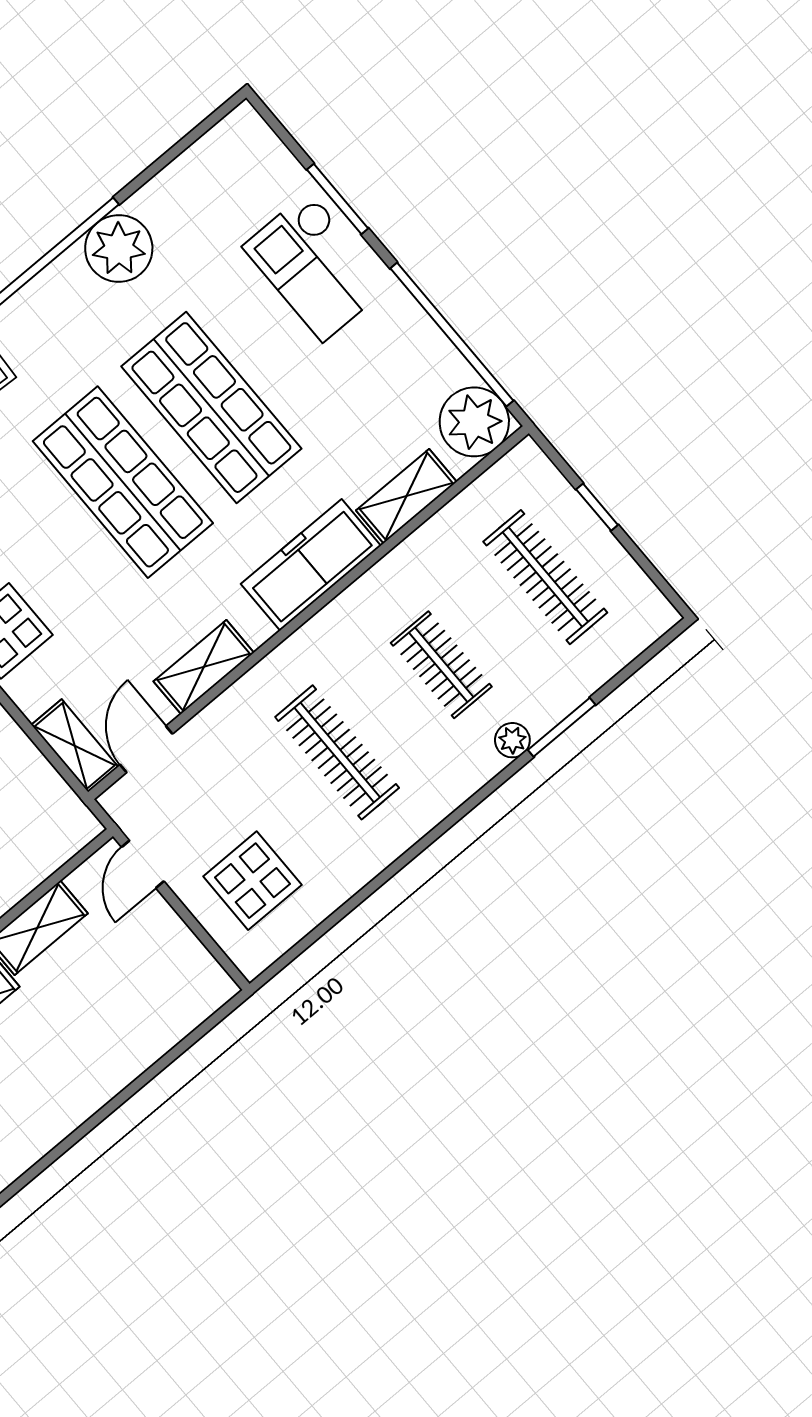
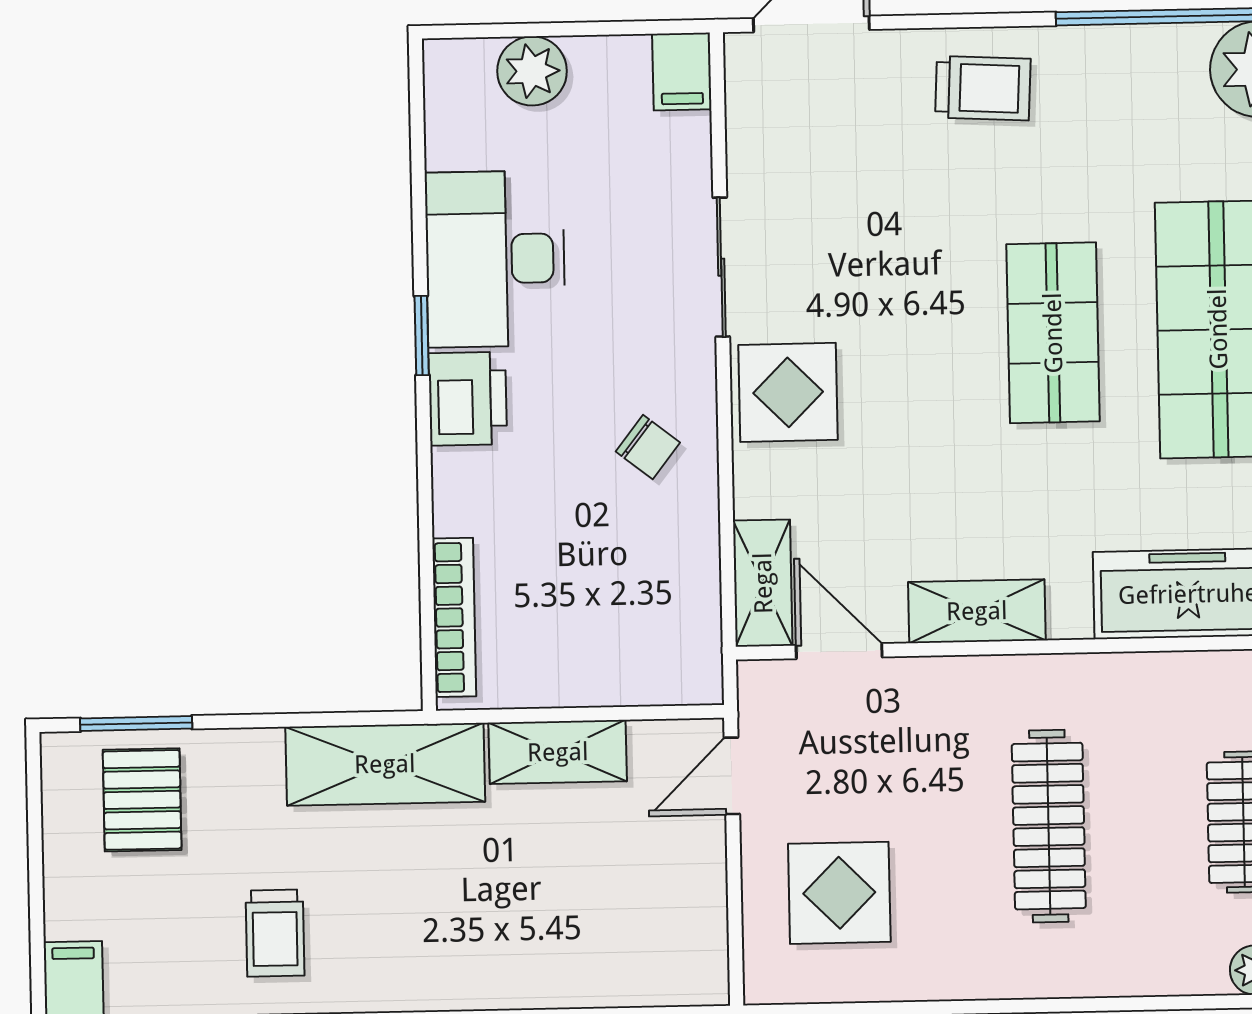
shop shelf: (123, 482) -> (1053, 333), width x0.70, depth x0.74
door: (146, 749) -> (839, 651), hinge flipped

